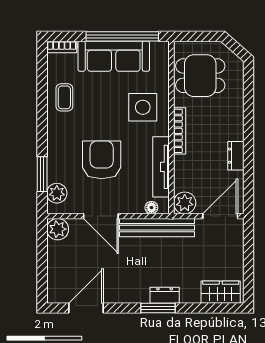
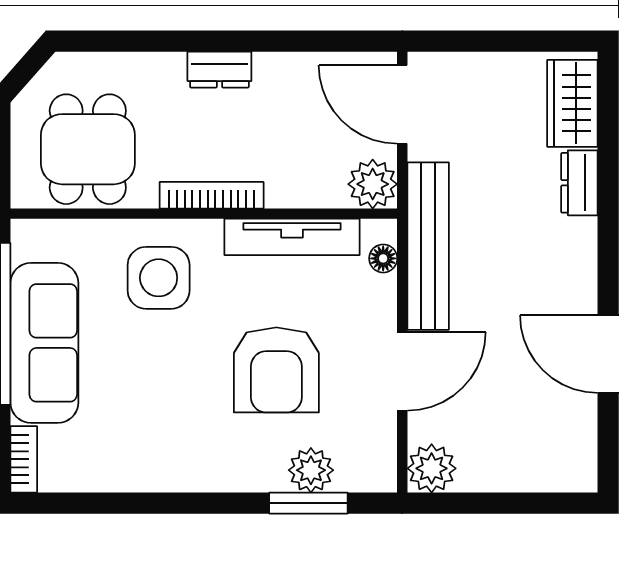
coffee table: (64, 97) -> (137, 453), removed
dresser: (236, 156) -> (219, 70), moved
armchair: (102, 160) -> (276, 370), turned -90
plant: (57, 193) -> (311, 470), moved
dresser: (165, 295) -> (579, 183), moved
door: (86, 308) -> (608, 354), moved
window: (158, 308) -> (608, 244), removed

